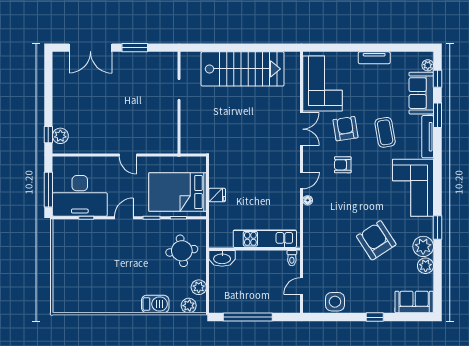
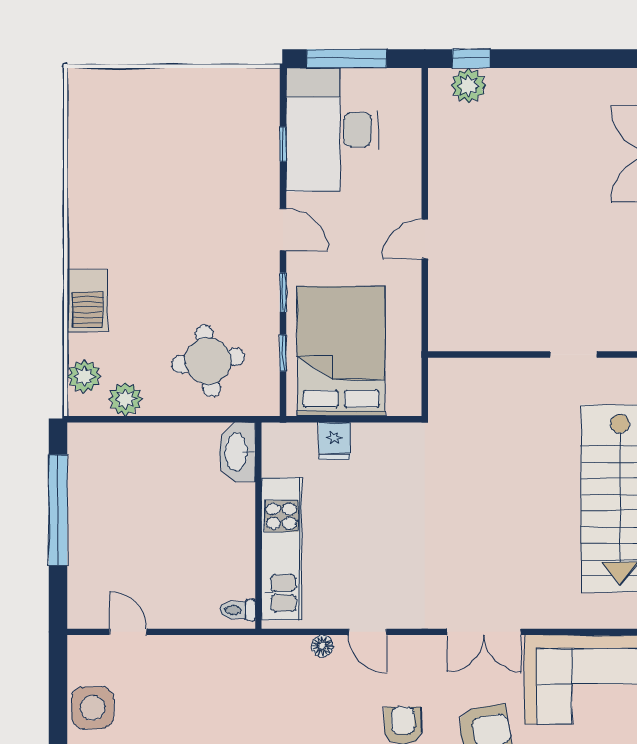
kitchen unit: (265, 239) -> (281, 549), moved
wall: (255, 249) -> (258, 526), moved
washbasin: (222, 258) -> (237, 452), moved
toilet: (292, 258) -> (238, 610), moved

